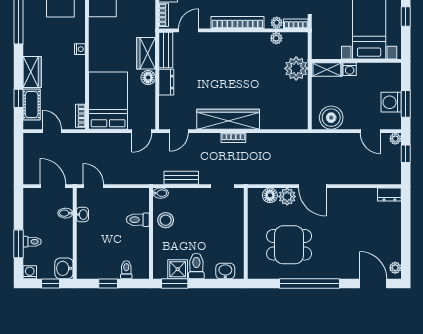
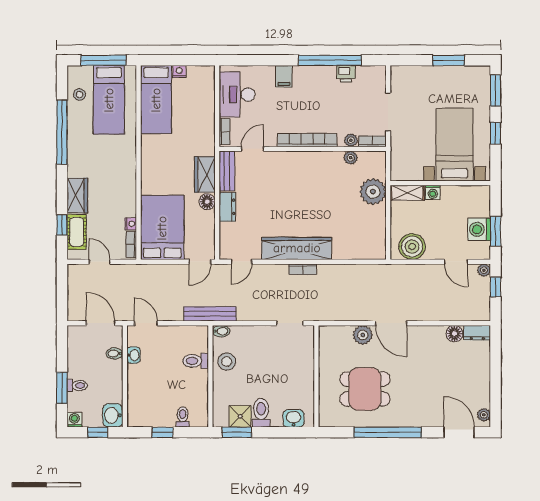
nightstand: (80, 49) -> (131, 224), moved
bench: (181, 178) -> (210, 314), moved, width x1.36
floor lamp: (270, 195) -> (454, 334), moved

